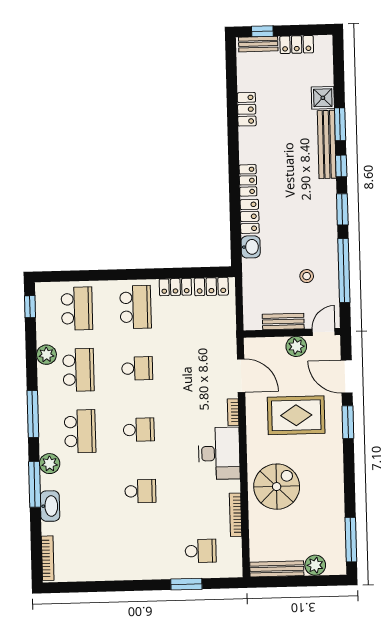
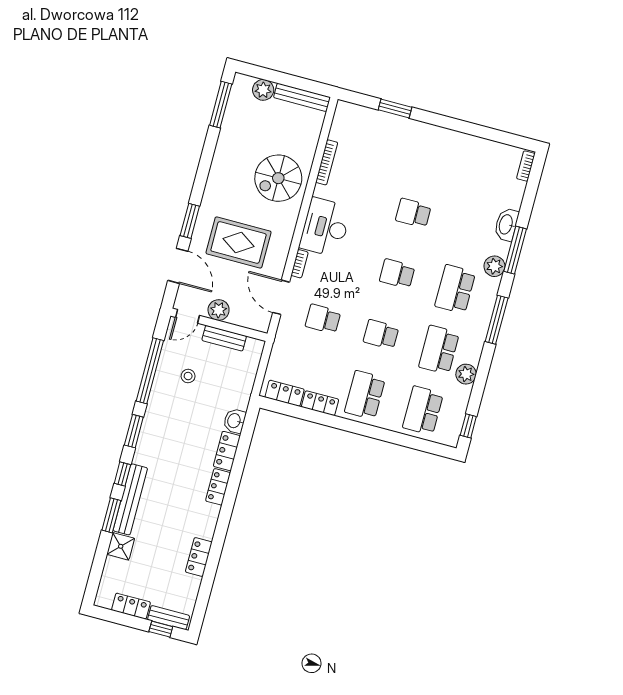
school desk: (201, 551) -> (323, 319), moved
bookcase: (48, 558) -> (526, 166), width x0.64

